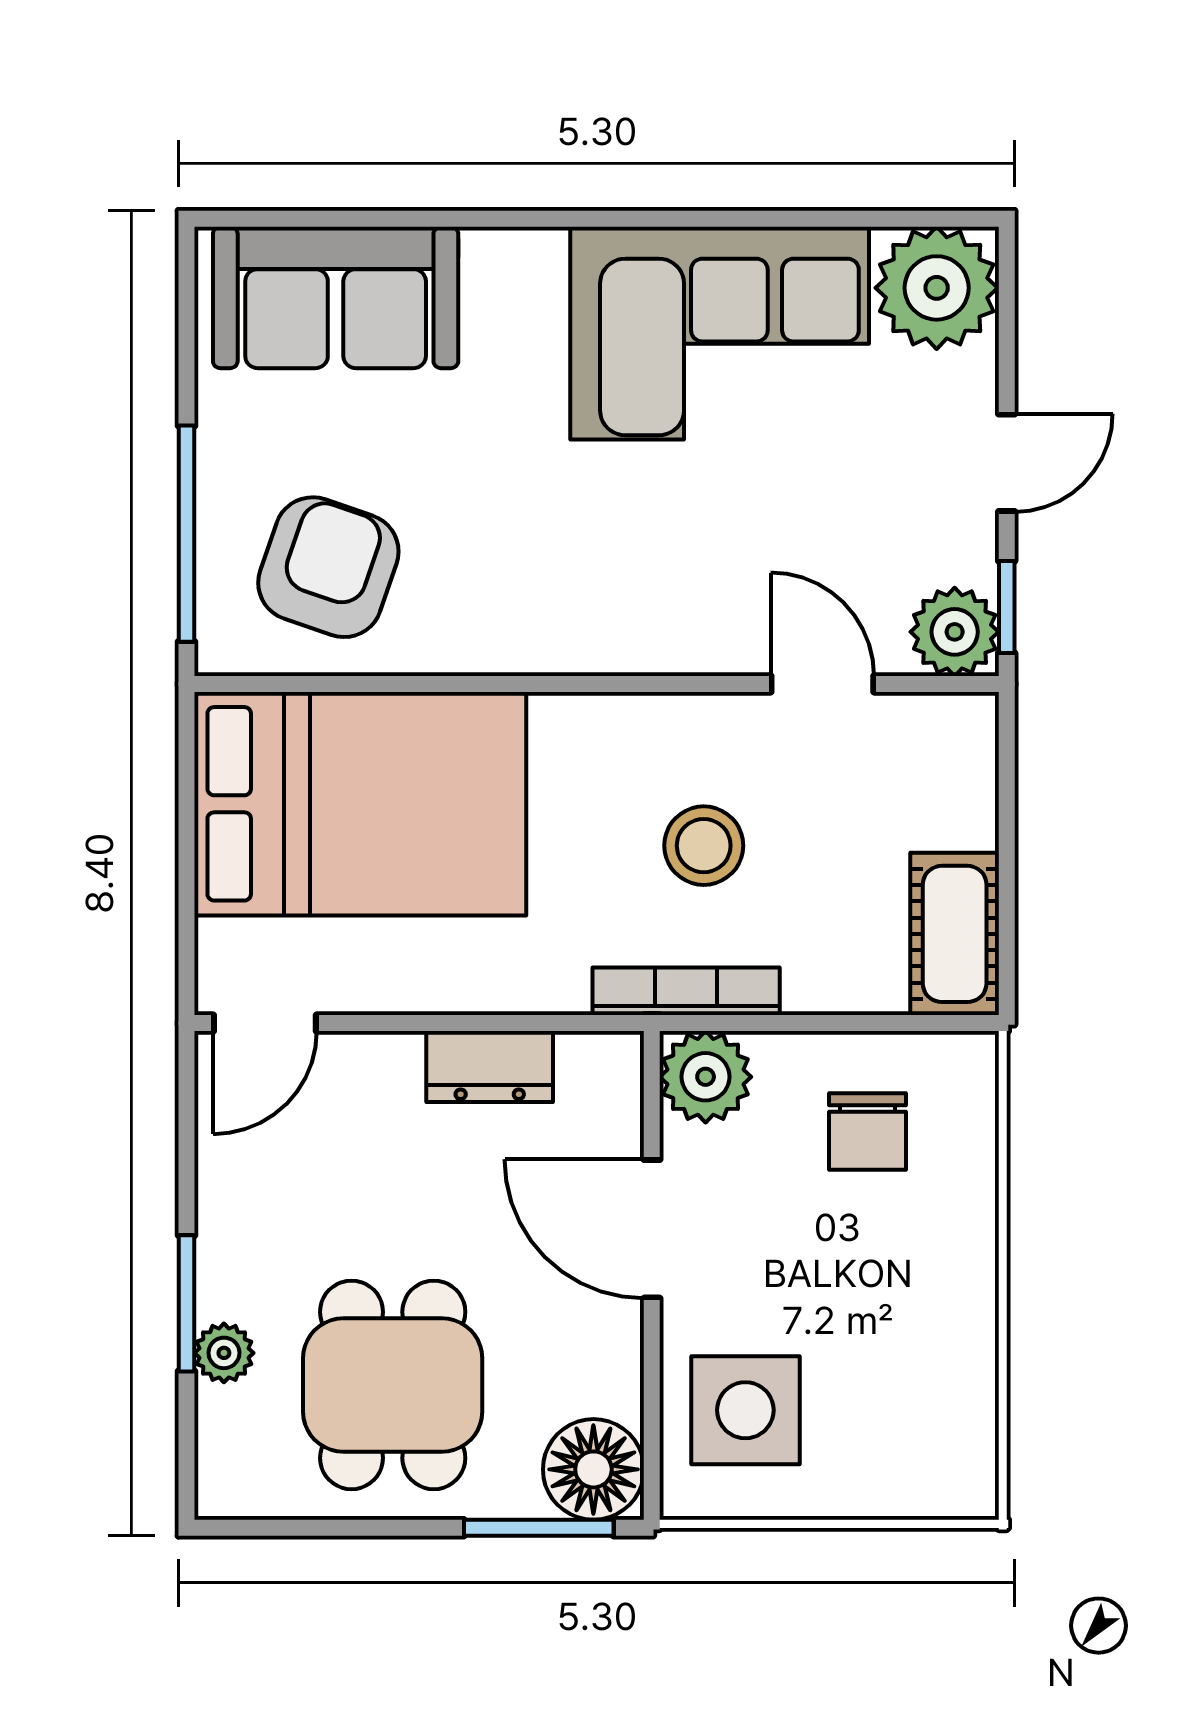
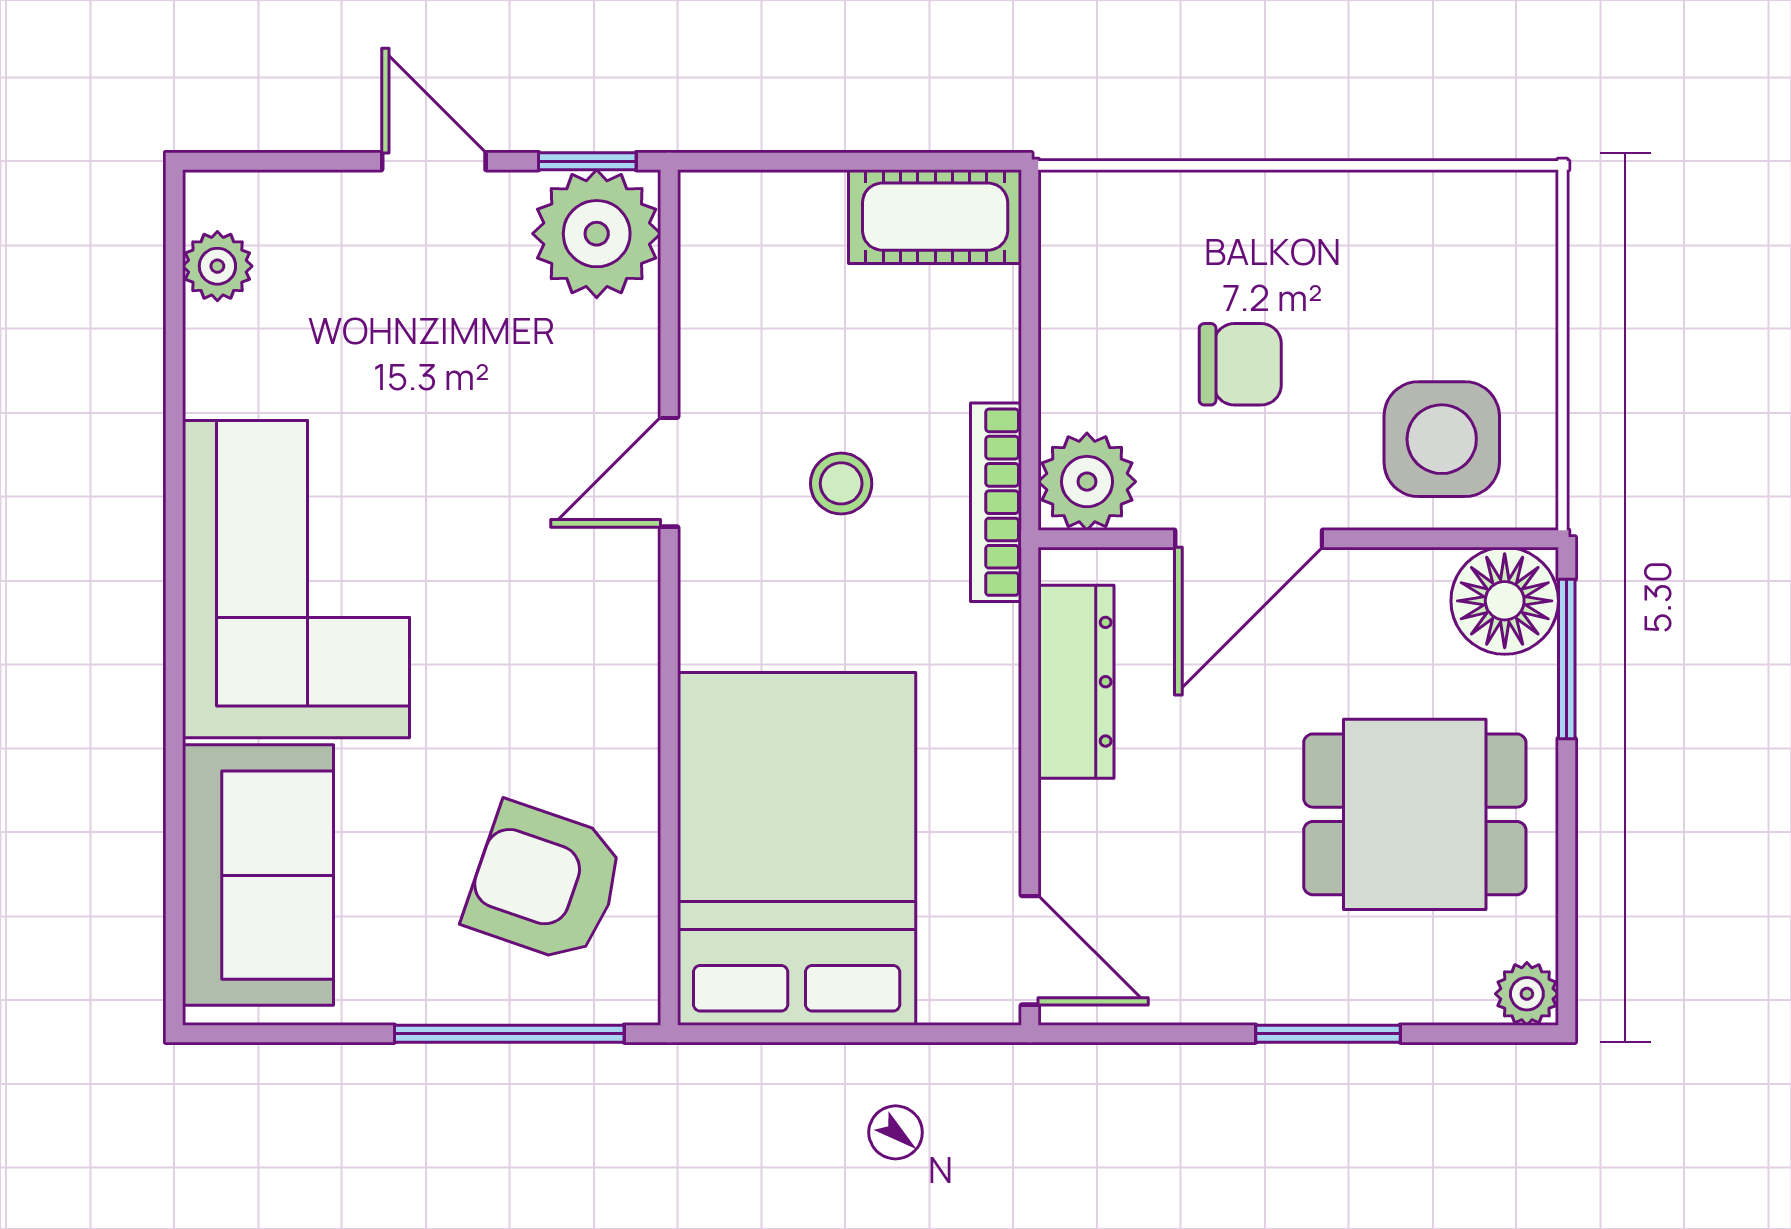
plant: (937, 288) -> (217, 266), width x0.53, depth x0.53
corner sofa: (720, 333) -> (296, 579), moved
plant: (955, 632) -> (597, 234), width x1.36, depth x1.36
door: (822, 684) -> (669, 472), moved
stool: (704, 846) -> (841, 483), width x0.73, depth x0.73
dresser: (490, 1067) -> (1076, 682), width x1.44
chair: (868, 1132) -> (1240, 364), moved
plant: (224, 1353) -> (1527, 994), moved

